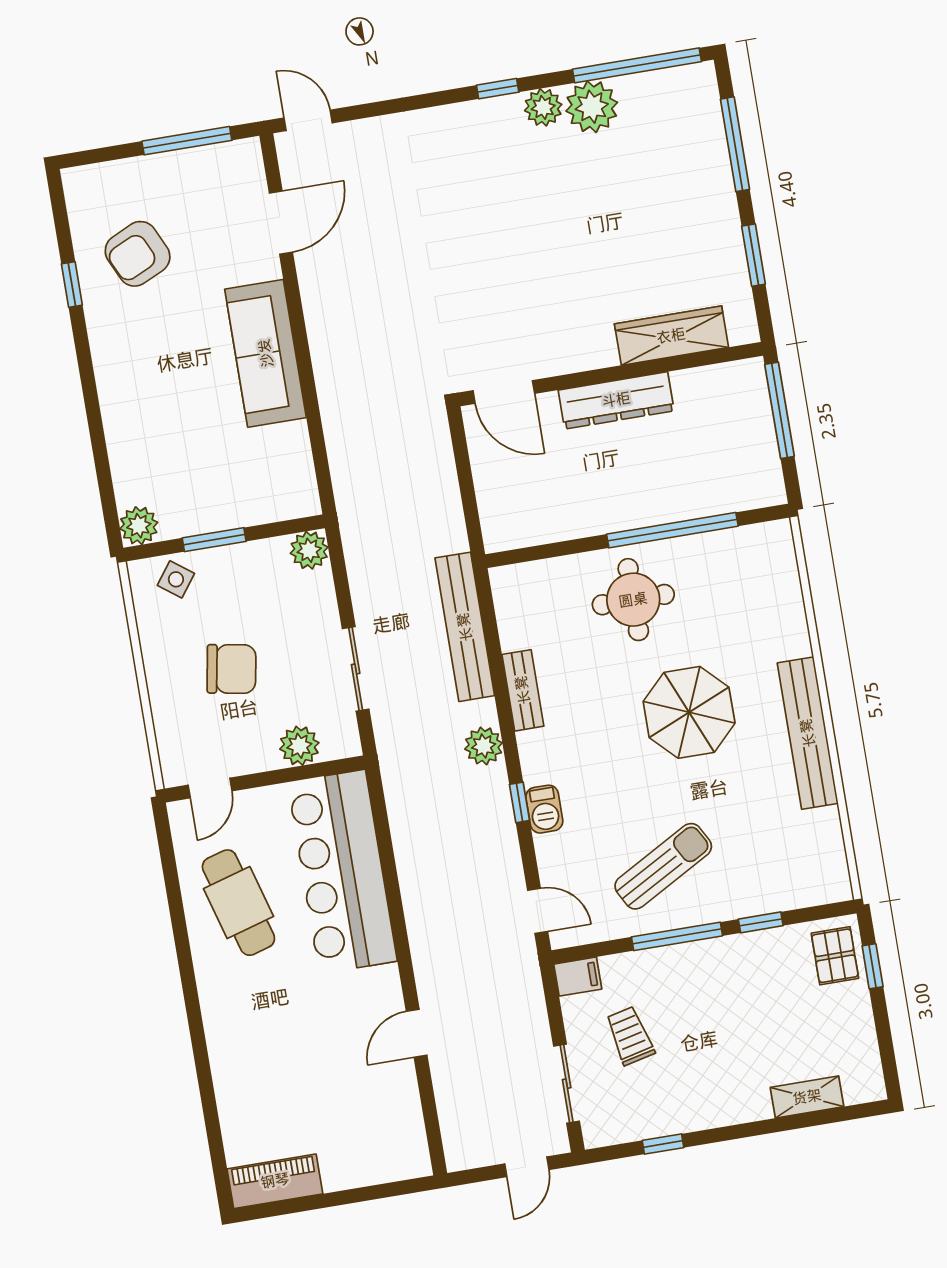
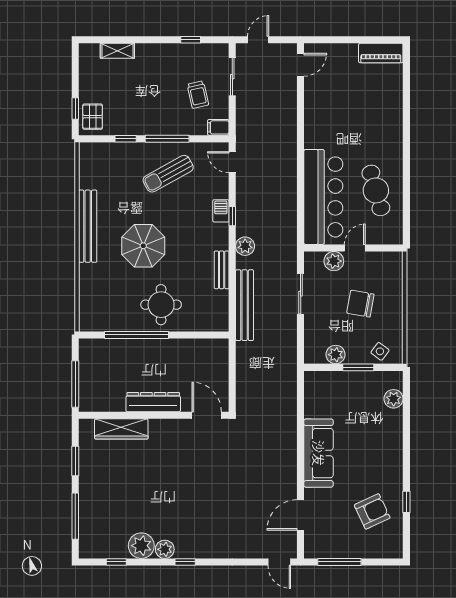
window: (637, 65) -> (116, 562), width x0.32
plant: (139, 526) -> (394, 399), moved
plant: (309, 550) -> (336, 355), moved
door: (210, 788) -> (355, 248), moved
door: (417, 1033) -> (301, 65), moved

